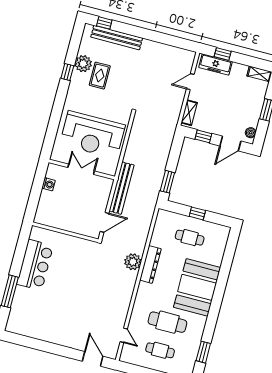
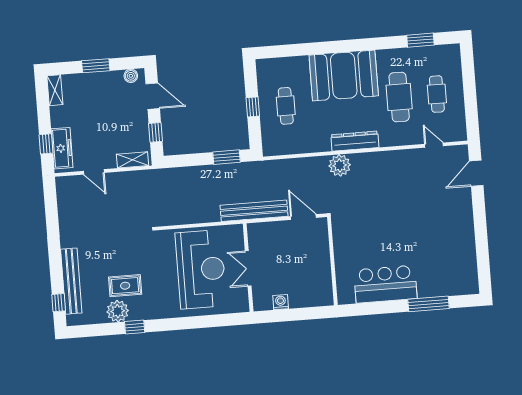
dresser: (150, 264) -> (355, 141), moved
door: (124, 335) -> (434, 145), hinge flipped

